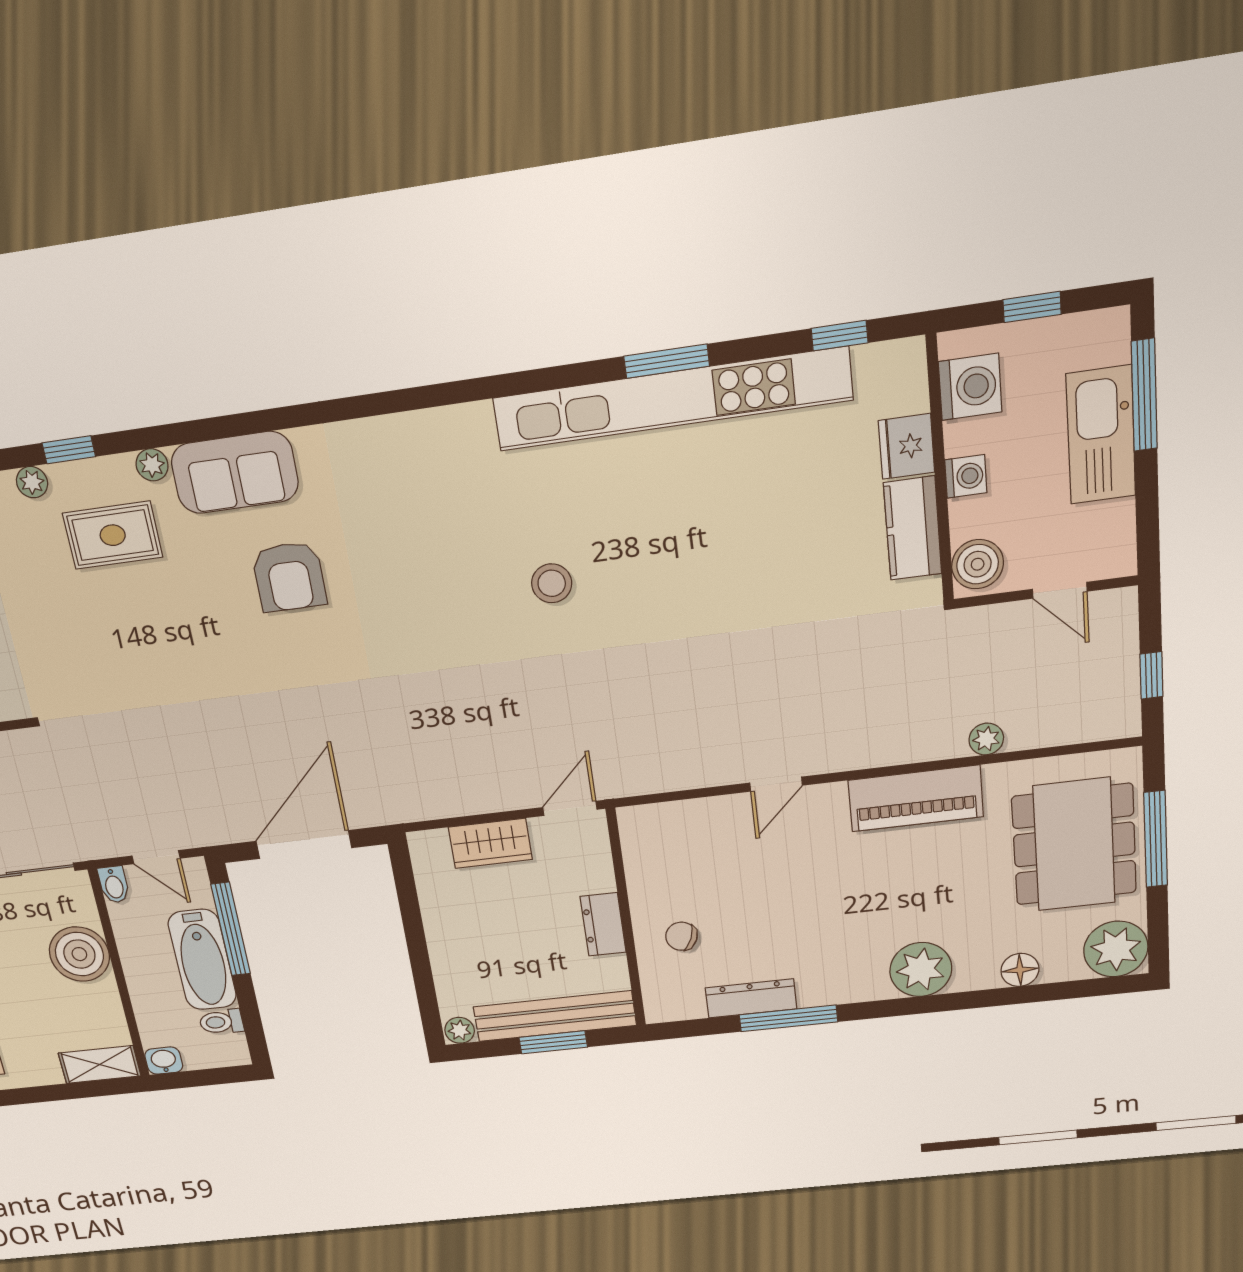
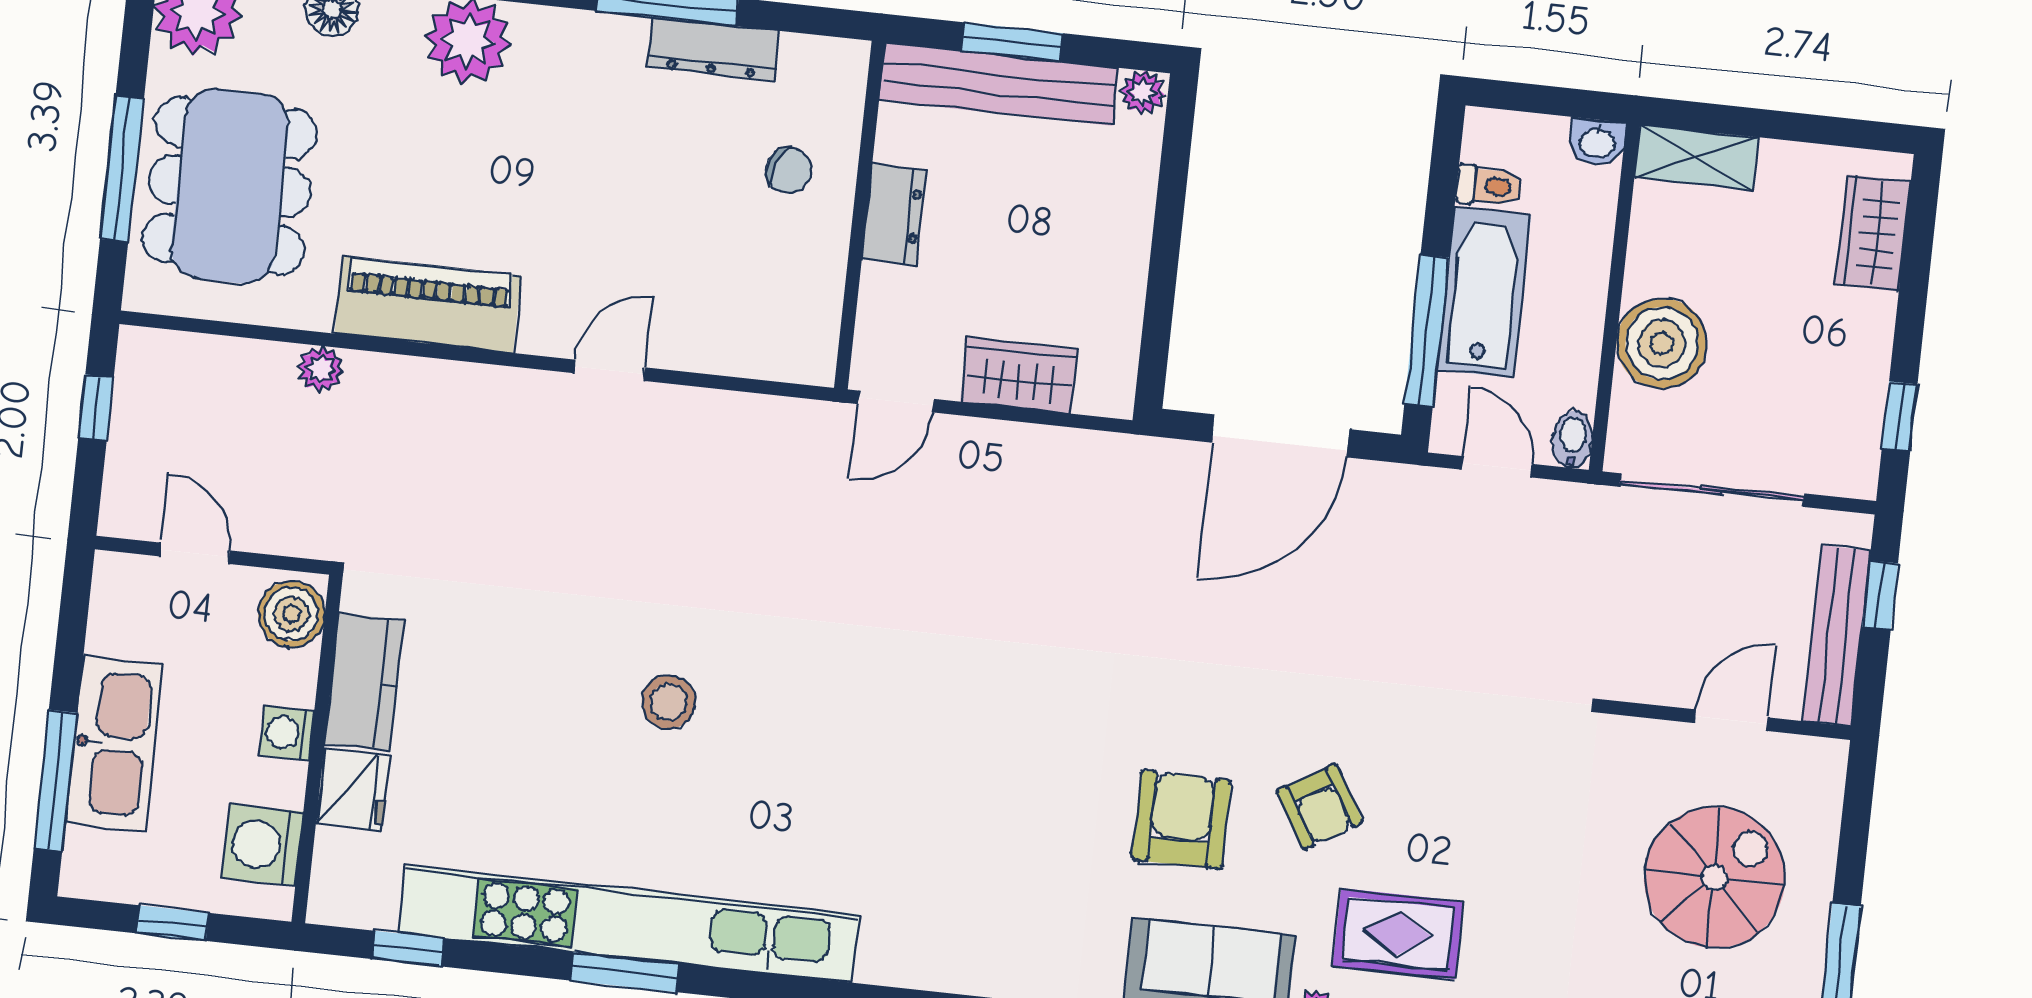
stool: (552, 583) -> (669, 702), moved
armchair: (197, 610) -> (1320, 807), added

